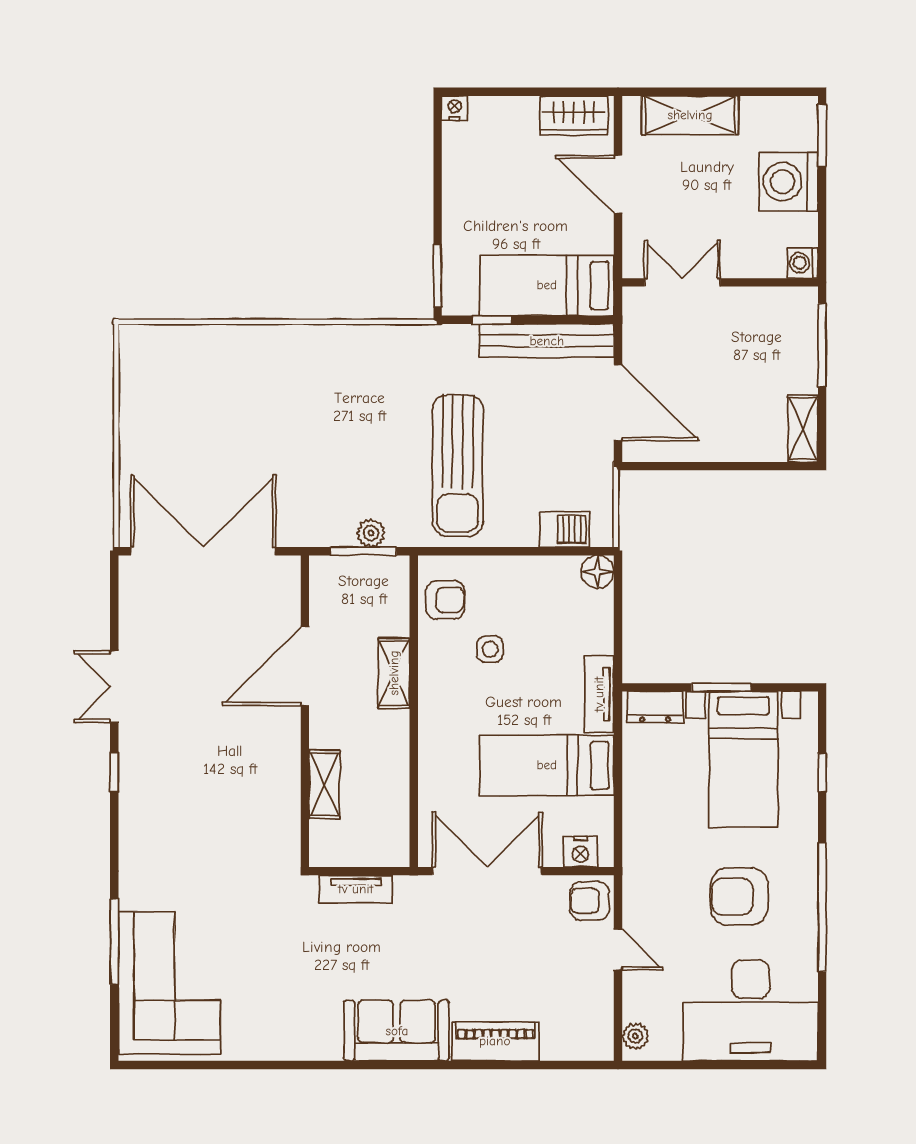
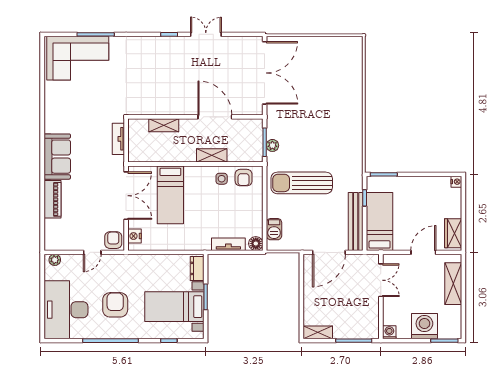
side table: (490, 649) -> (222, 179), moved
tv unit: (599, 694) -> (228, 244), moved
bed: (547, 765) -> (170, 195), moved, turned 180

